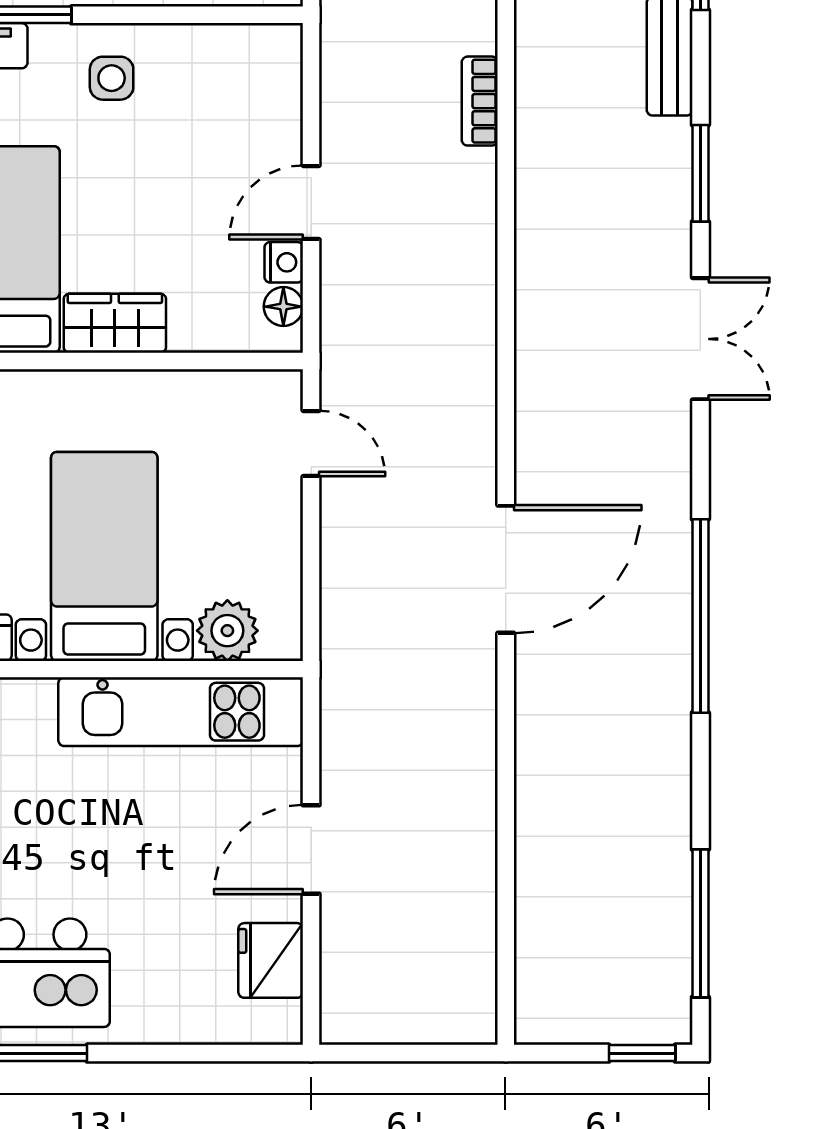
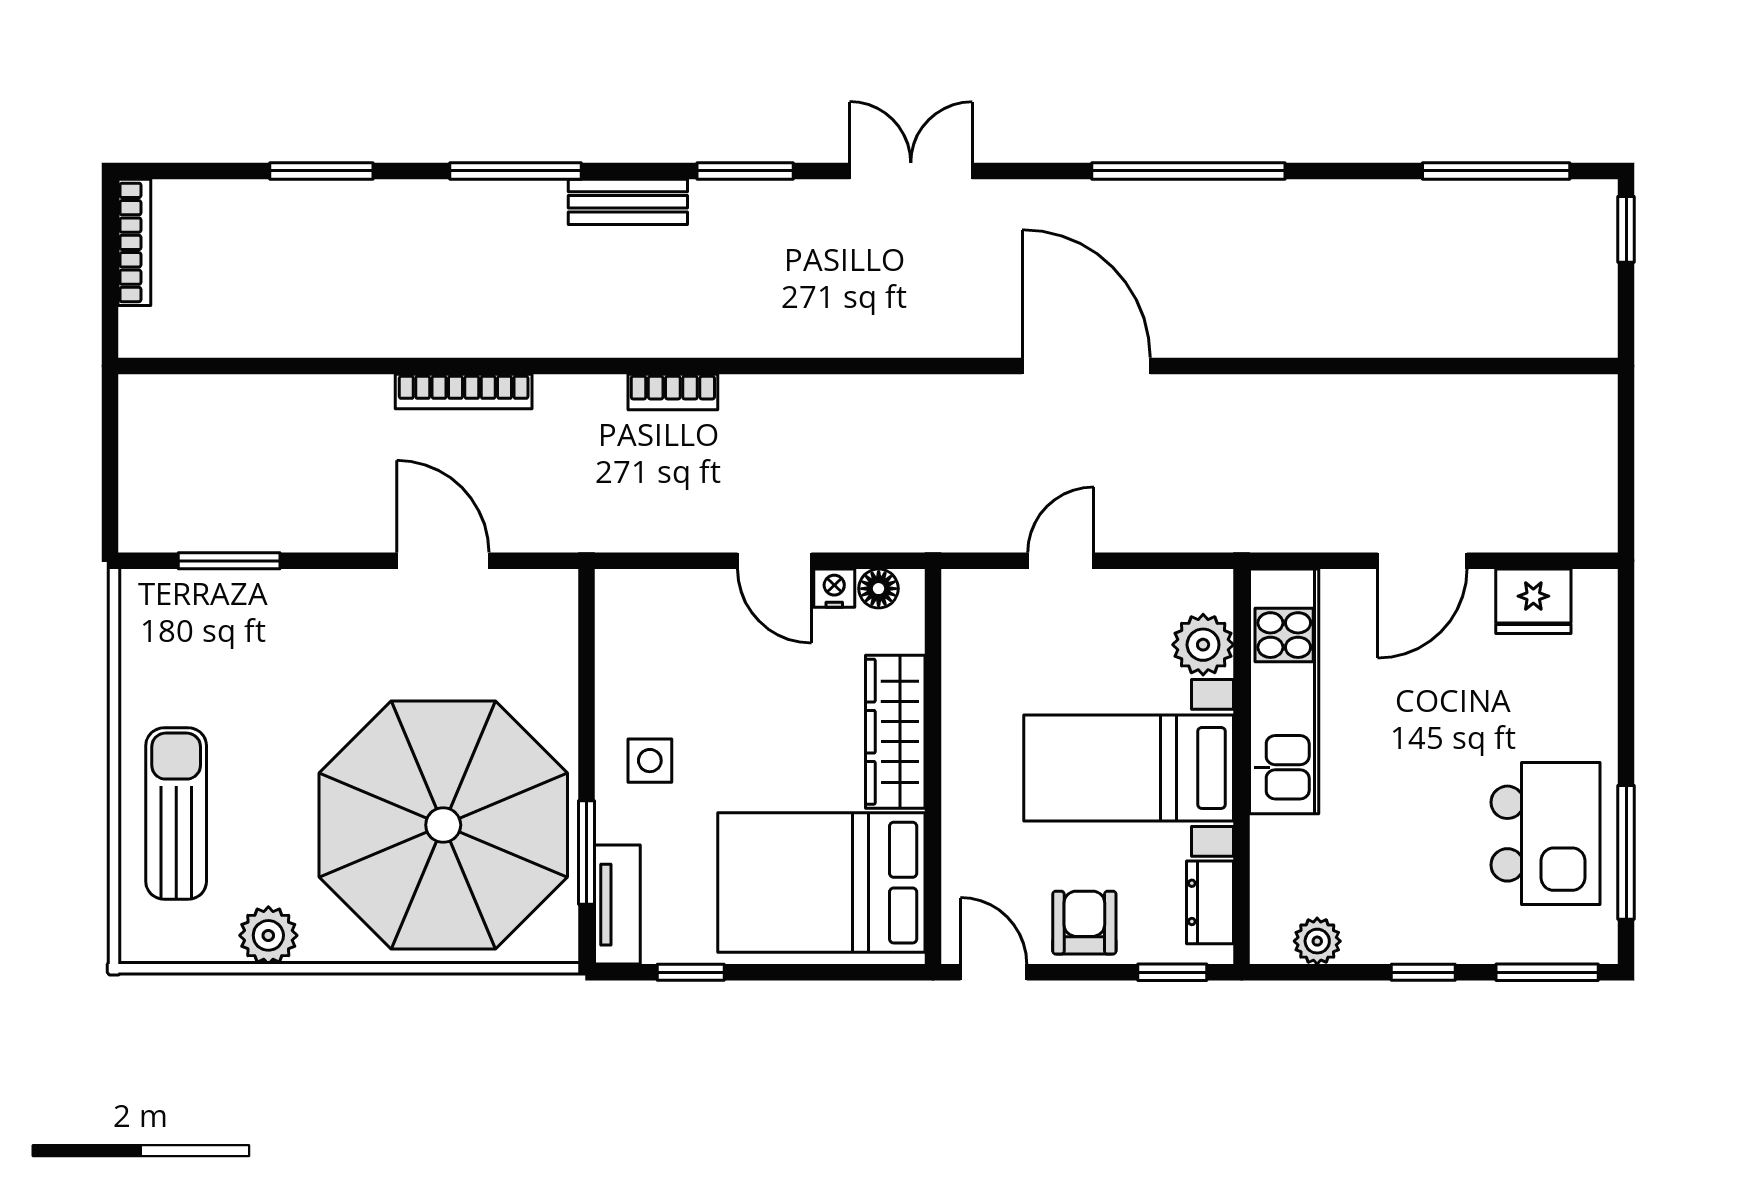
wardrobe: (115, 323) -> (895, 732), width x1.50
door: (311, 444) -> (1061, 561), moved
door: (506, 569) -> (1086, 366), moved
door: (311, 850) -> (1422, 561), hinge flipped

